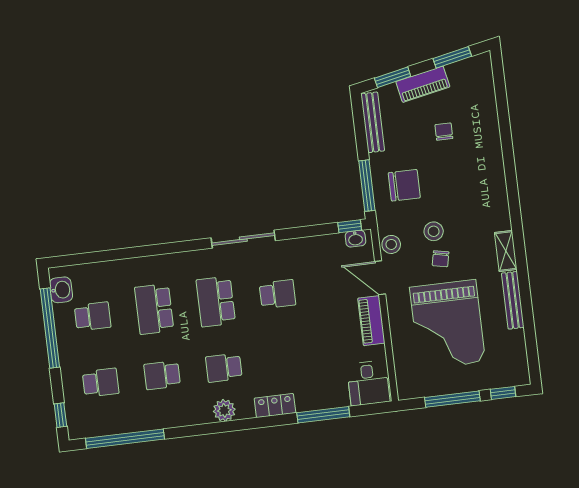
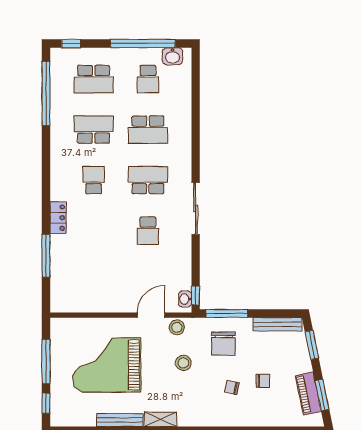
piano: (423, 84) -> (308, 393), moved
chair: (441, 259) -> (232, 387), moved
school desk: (154, 309) -> (148, 130), turned 180
piano: (371, 321) -> (117, 304), removed
school desk: (162, 375) -> (94, 130), width x1.85
school desk: (101, 383) -> (94, 79), width x1.85
desk: (368, 383) -> (67, 295), removed
plant: (224, 410) -> (59, 176), removed

